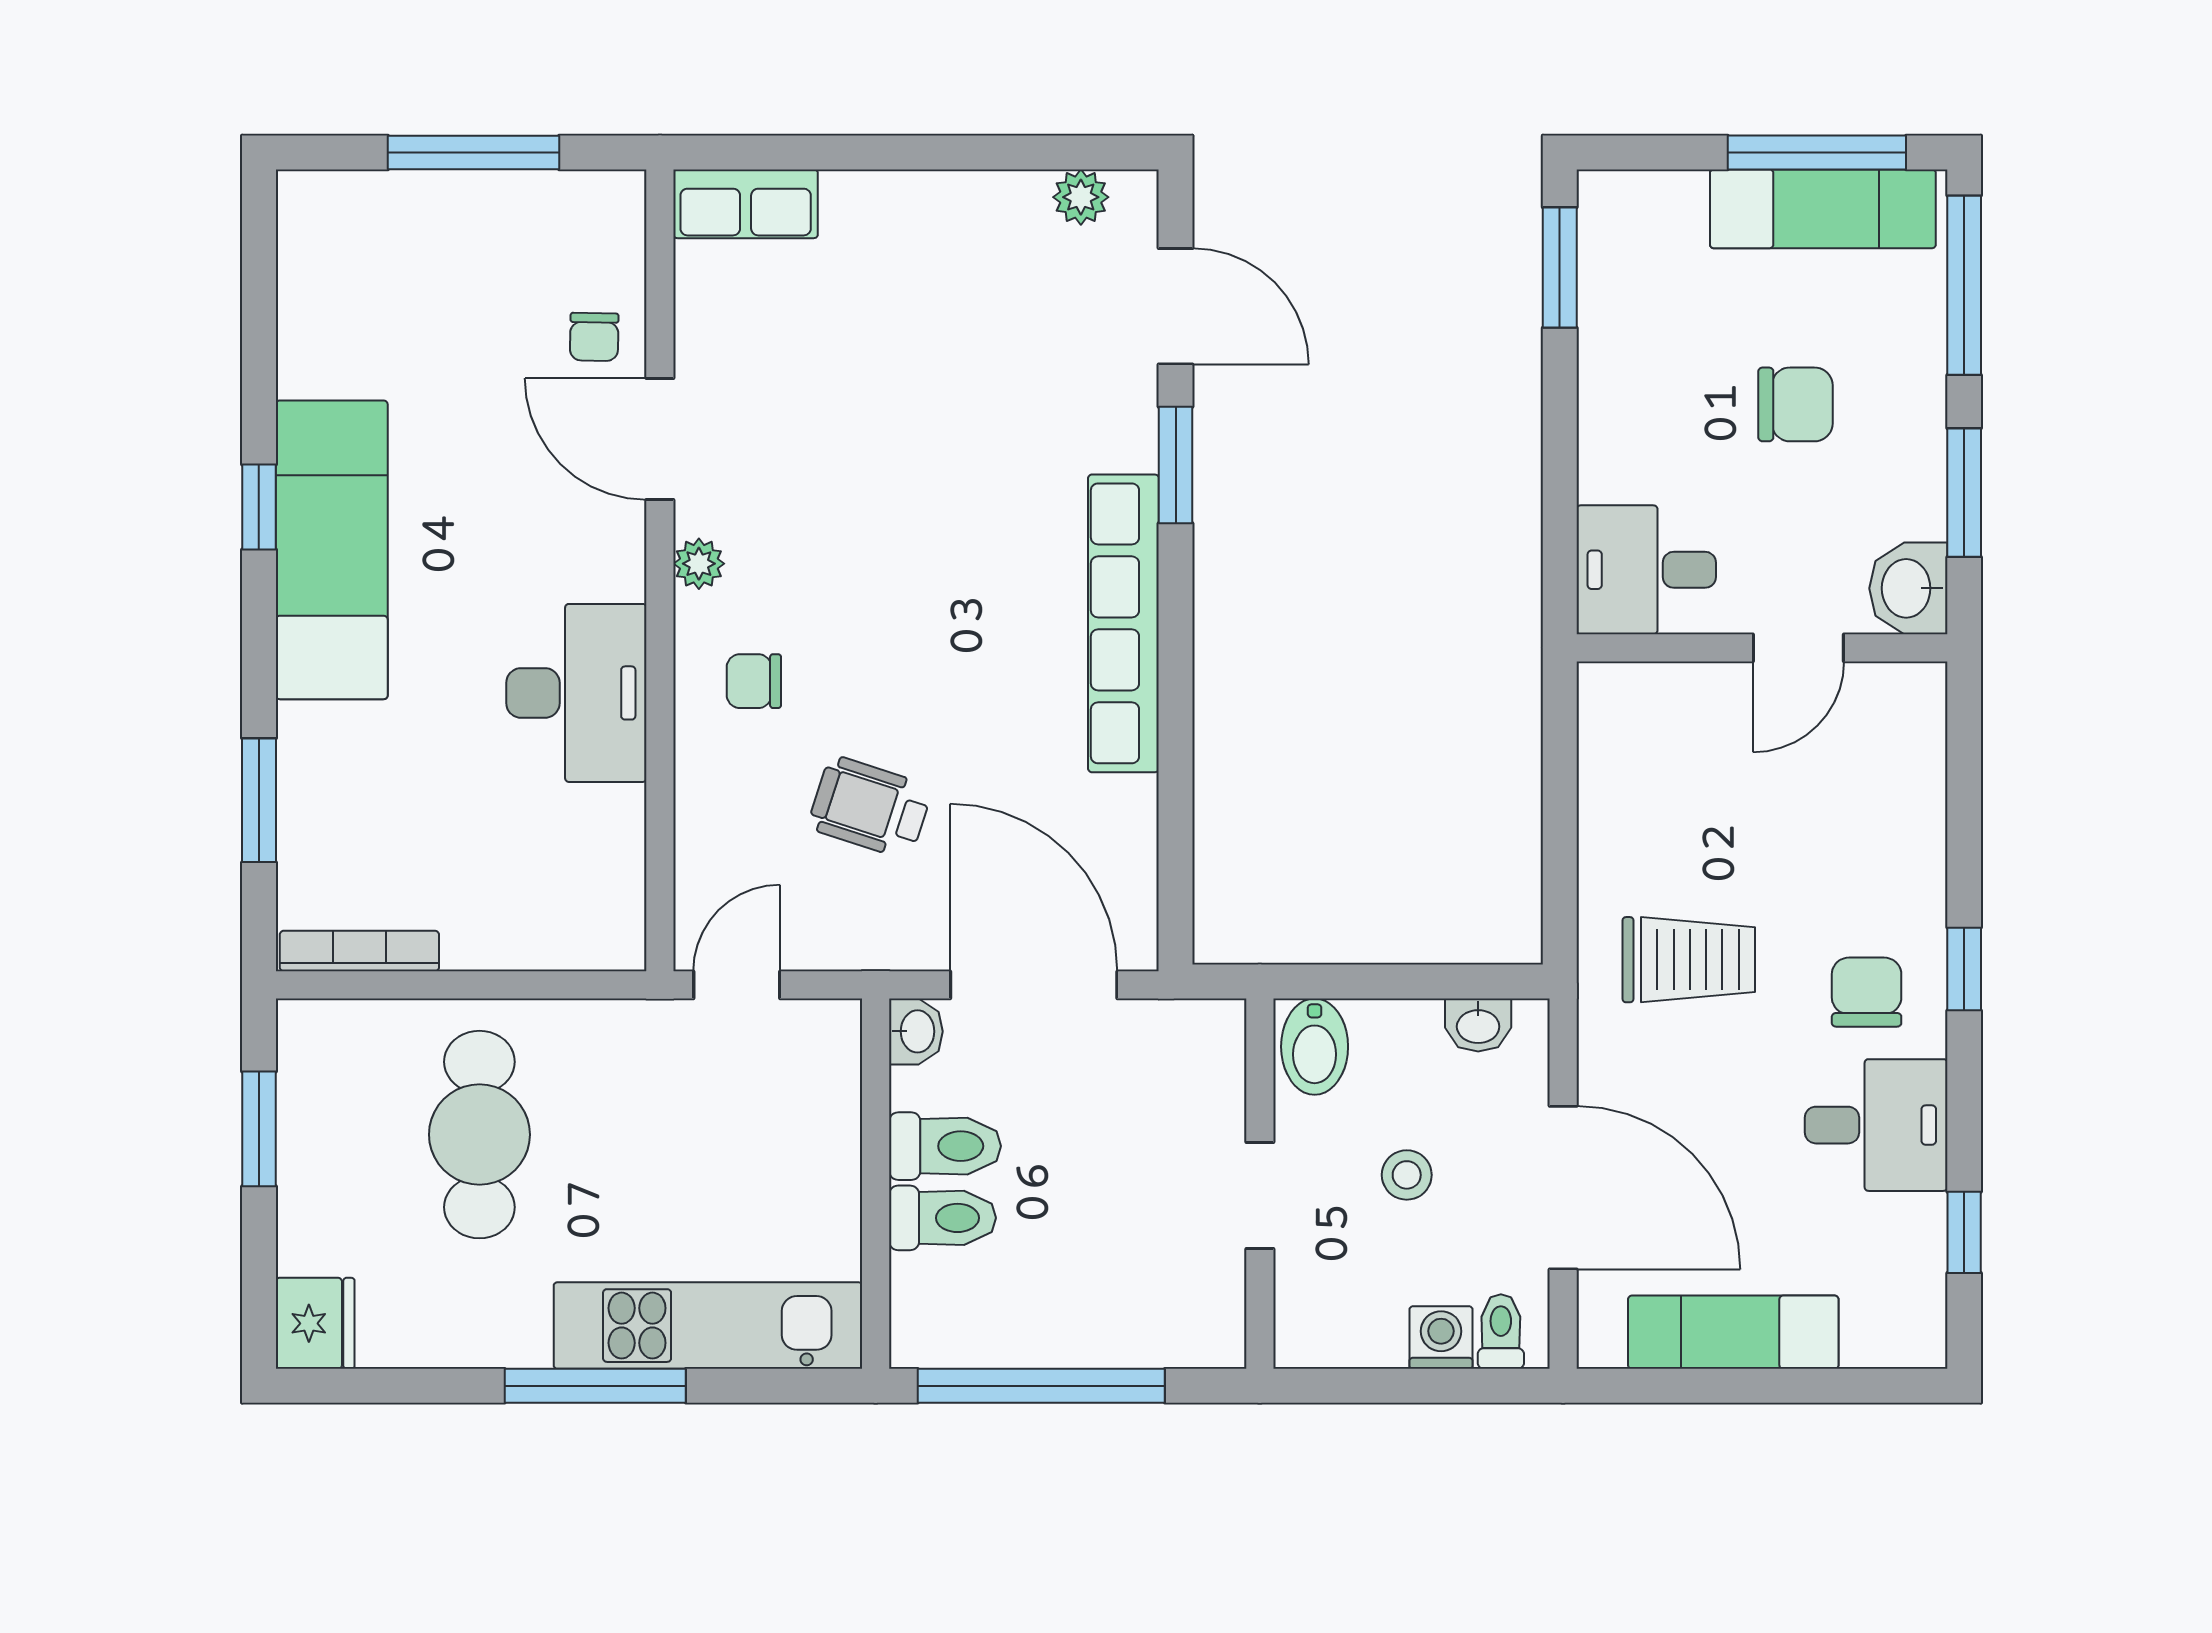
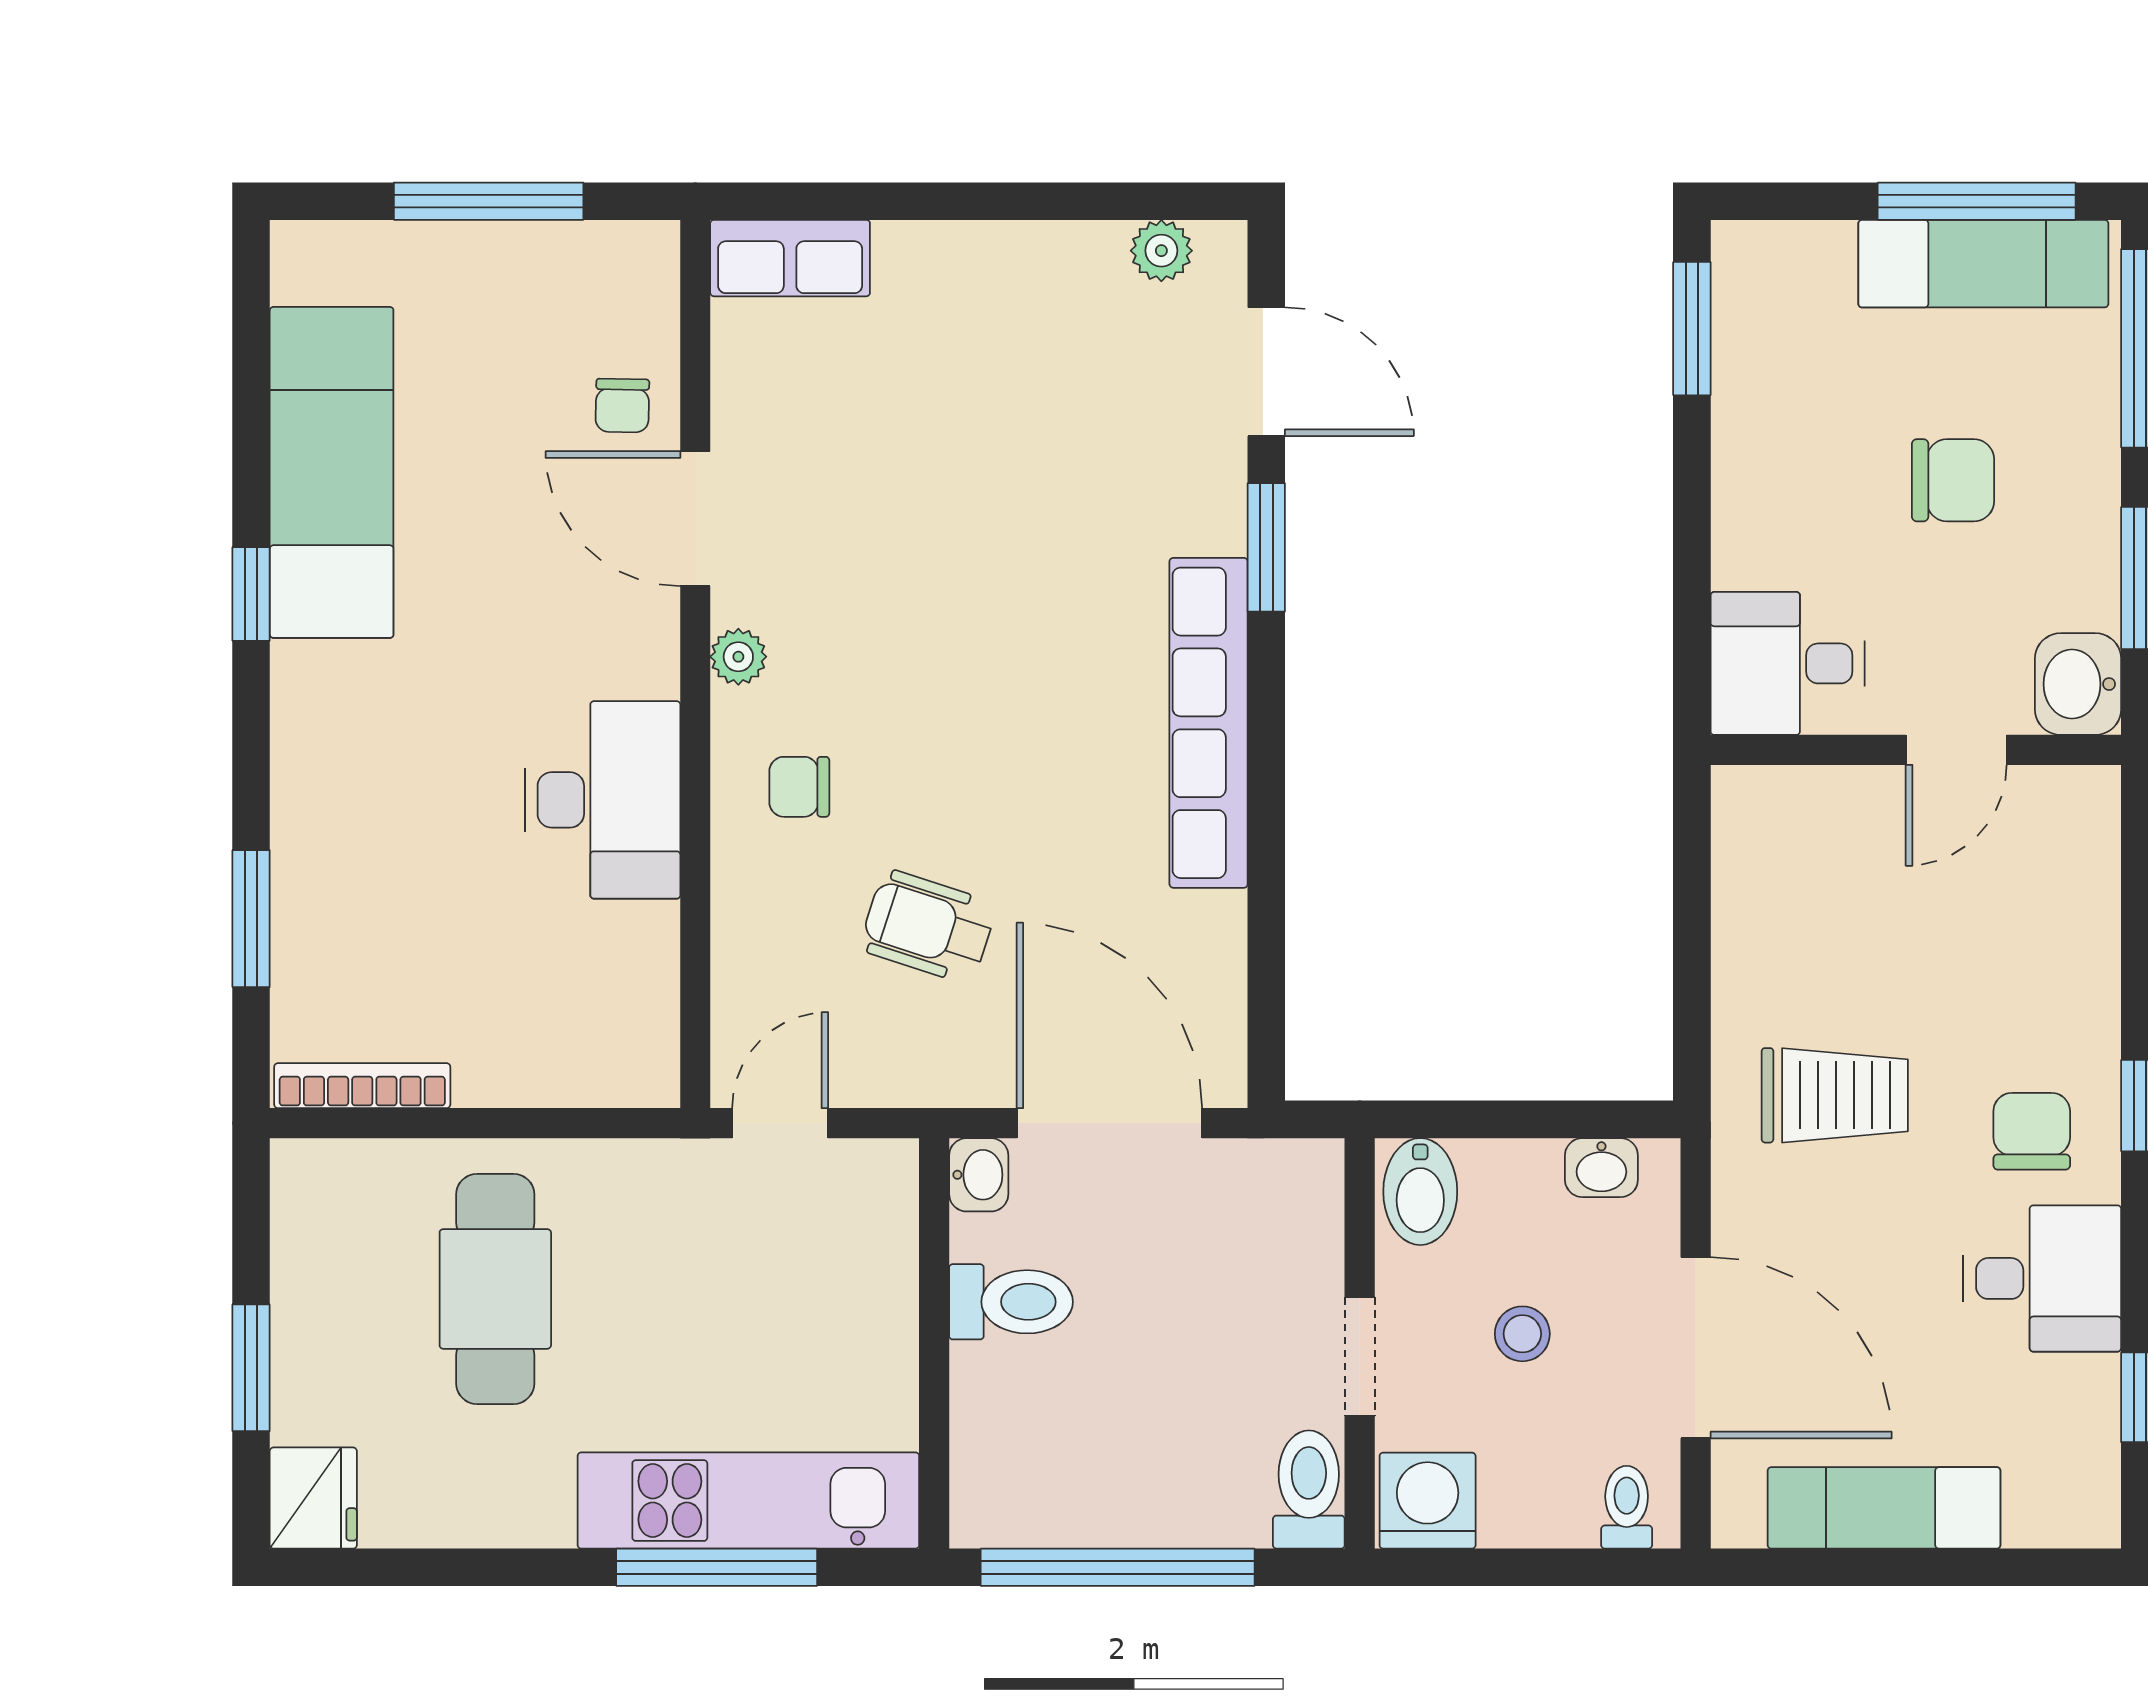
exam couch: (332, 550) -> (332, 472), moved
window: (259, 1129) -> (251, 1368), moved
toilet: (942, 1218) -> (1309, 1490), moved, turned -90
washing machine: (1441, 1337) -> (1428, 1501), moved, width x1.38, depth x1.38
window: (595, 1386) -> (717, 1567), moved

